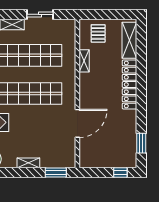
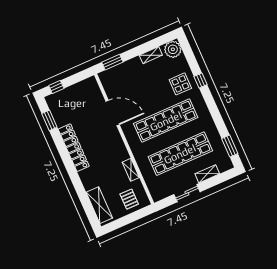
locker: (130, 85) -> (74, 148), moved
door: (77, 123) -> (113, 113), swing flipped
shelving: (28, 163) -> (151, 55), moved

